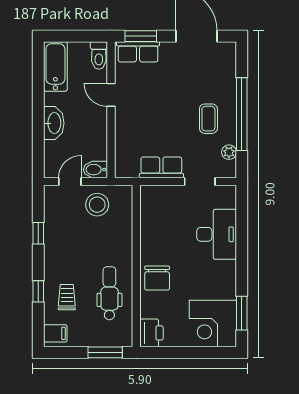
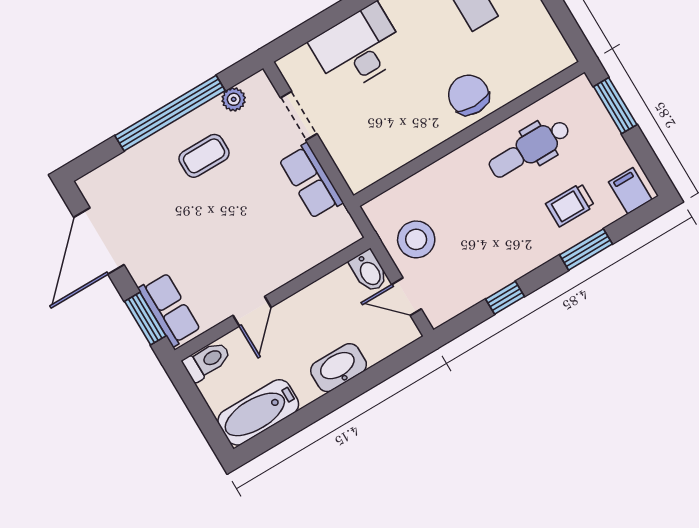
chair: (157, 278) -> (469, 95), turned -90
window: (38, 291) -> (586, 249), width x1.50
printer: (151, 333) -> (550, 57), removed

